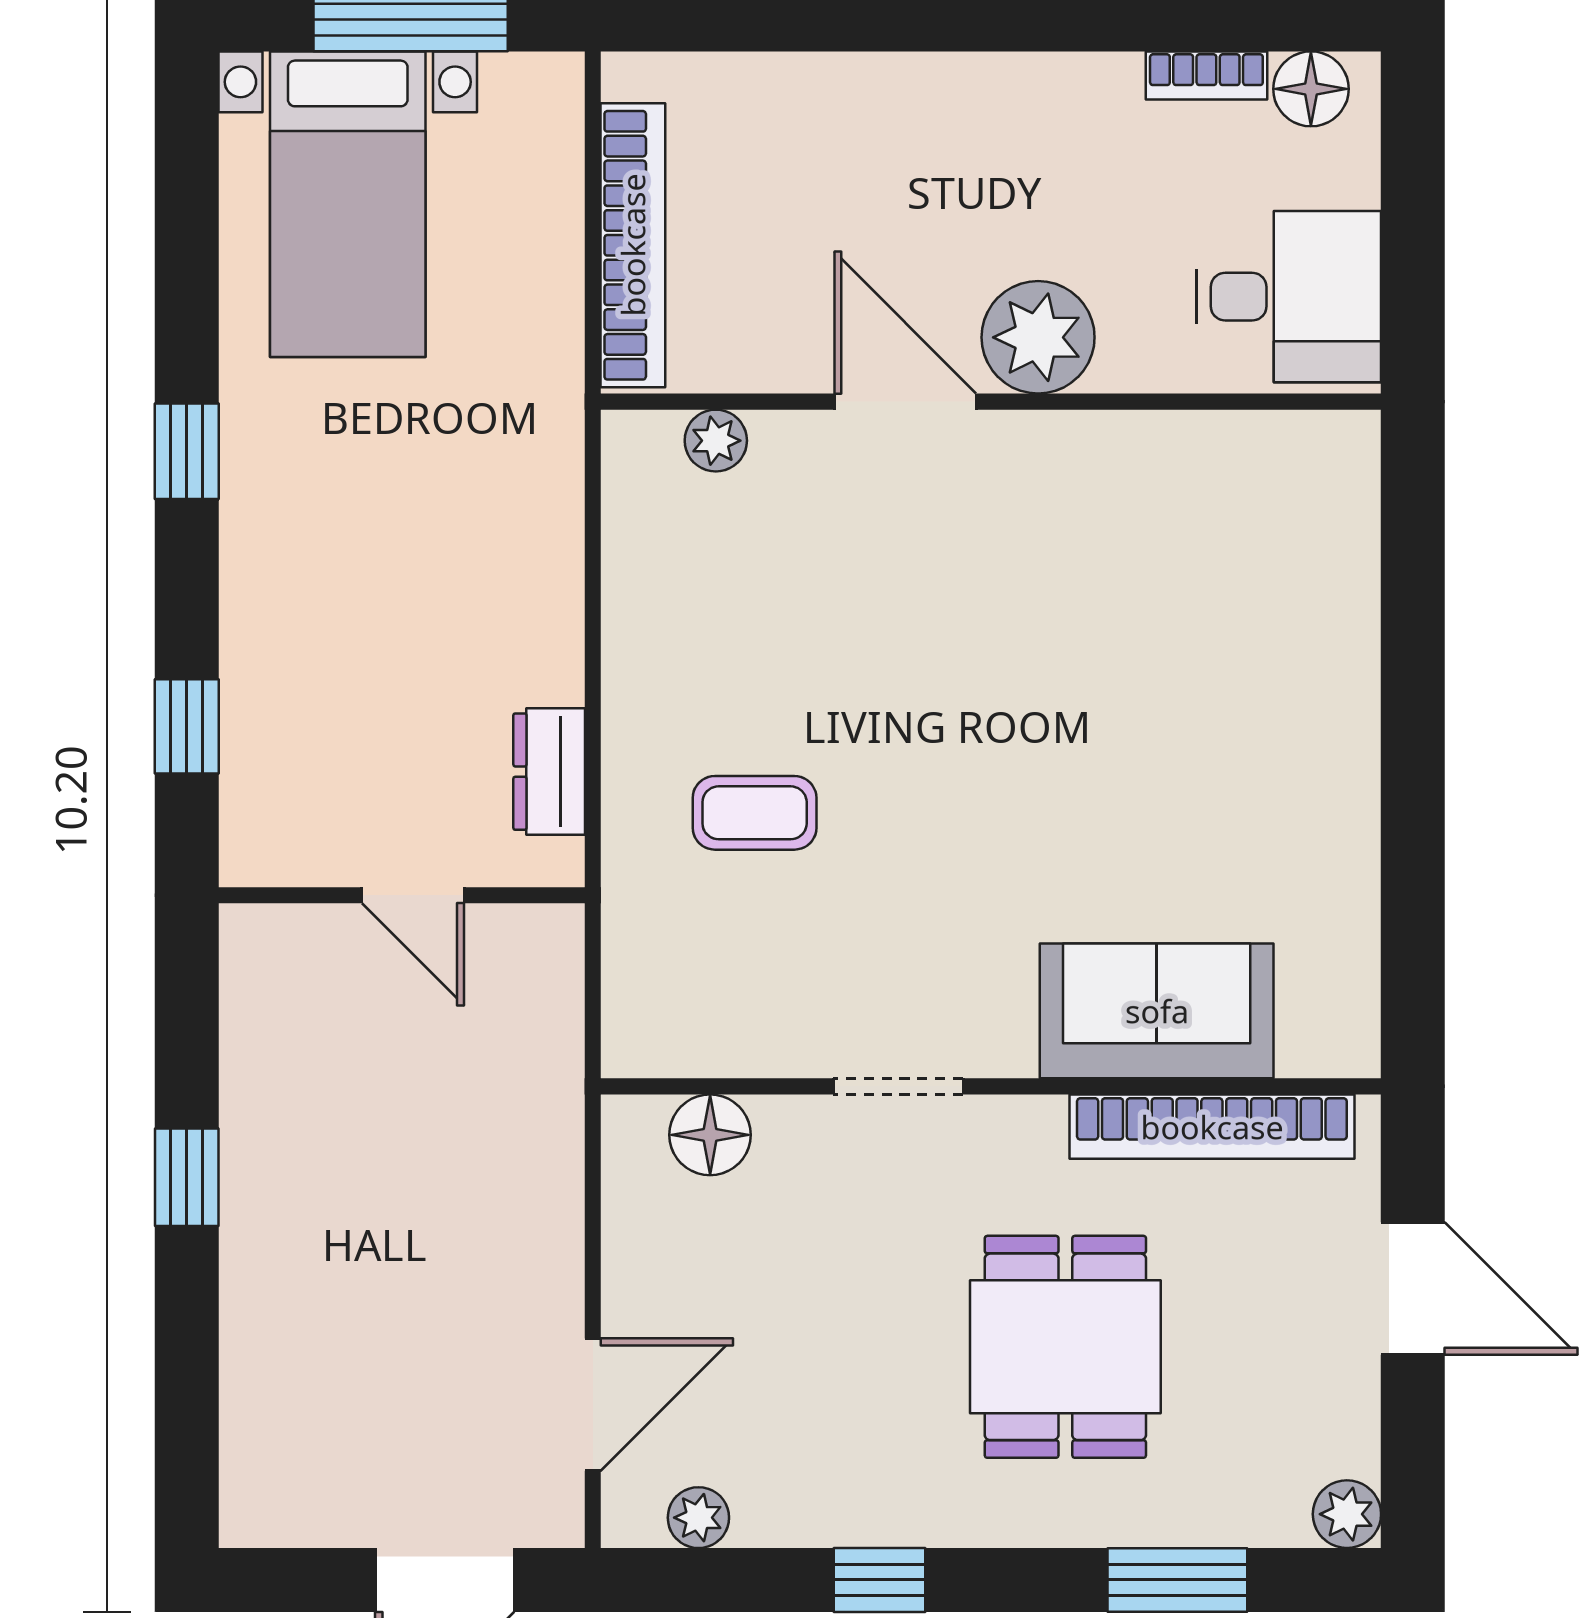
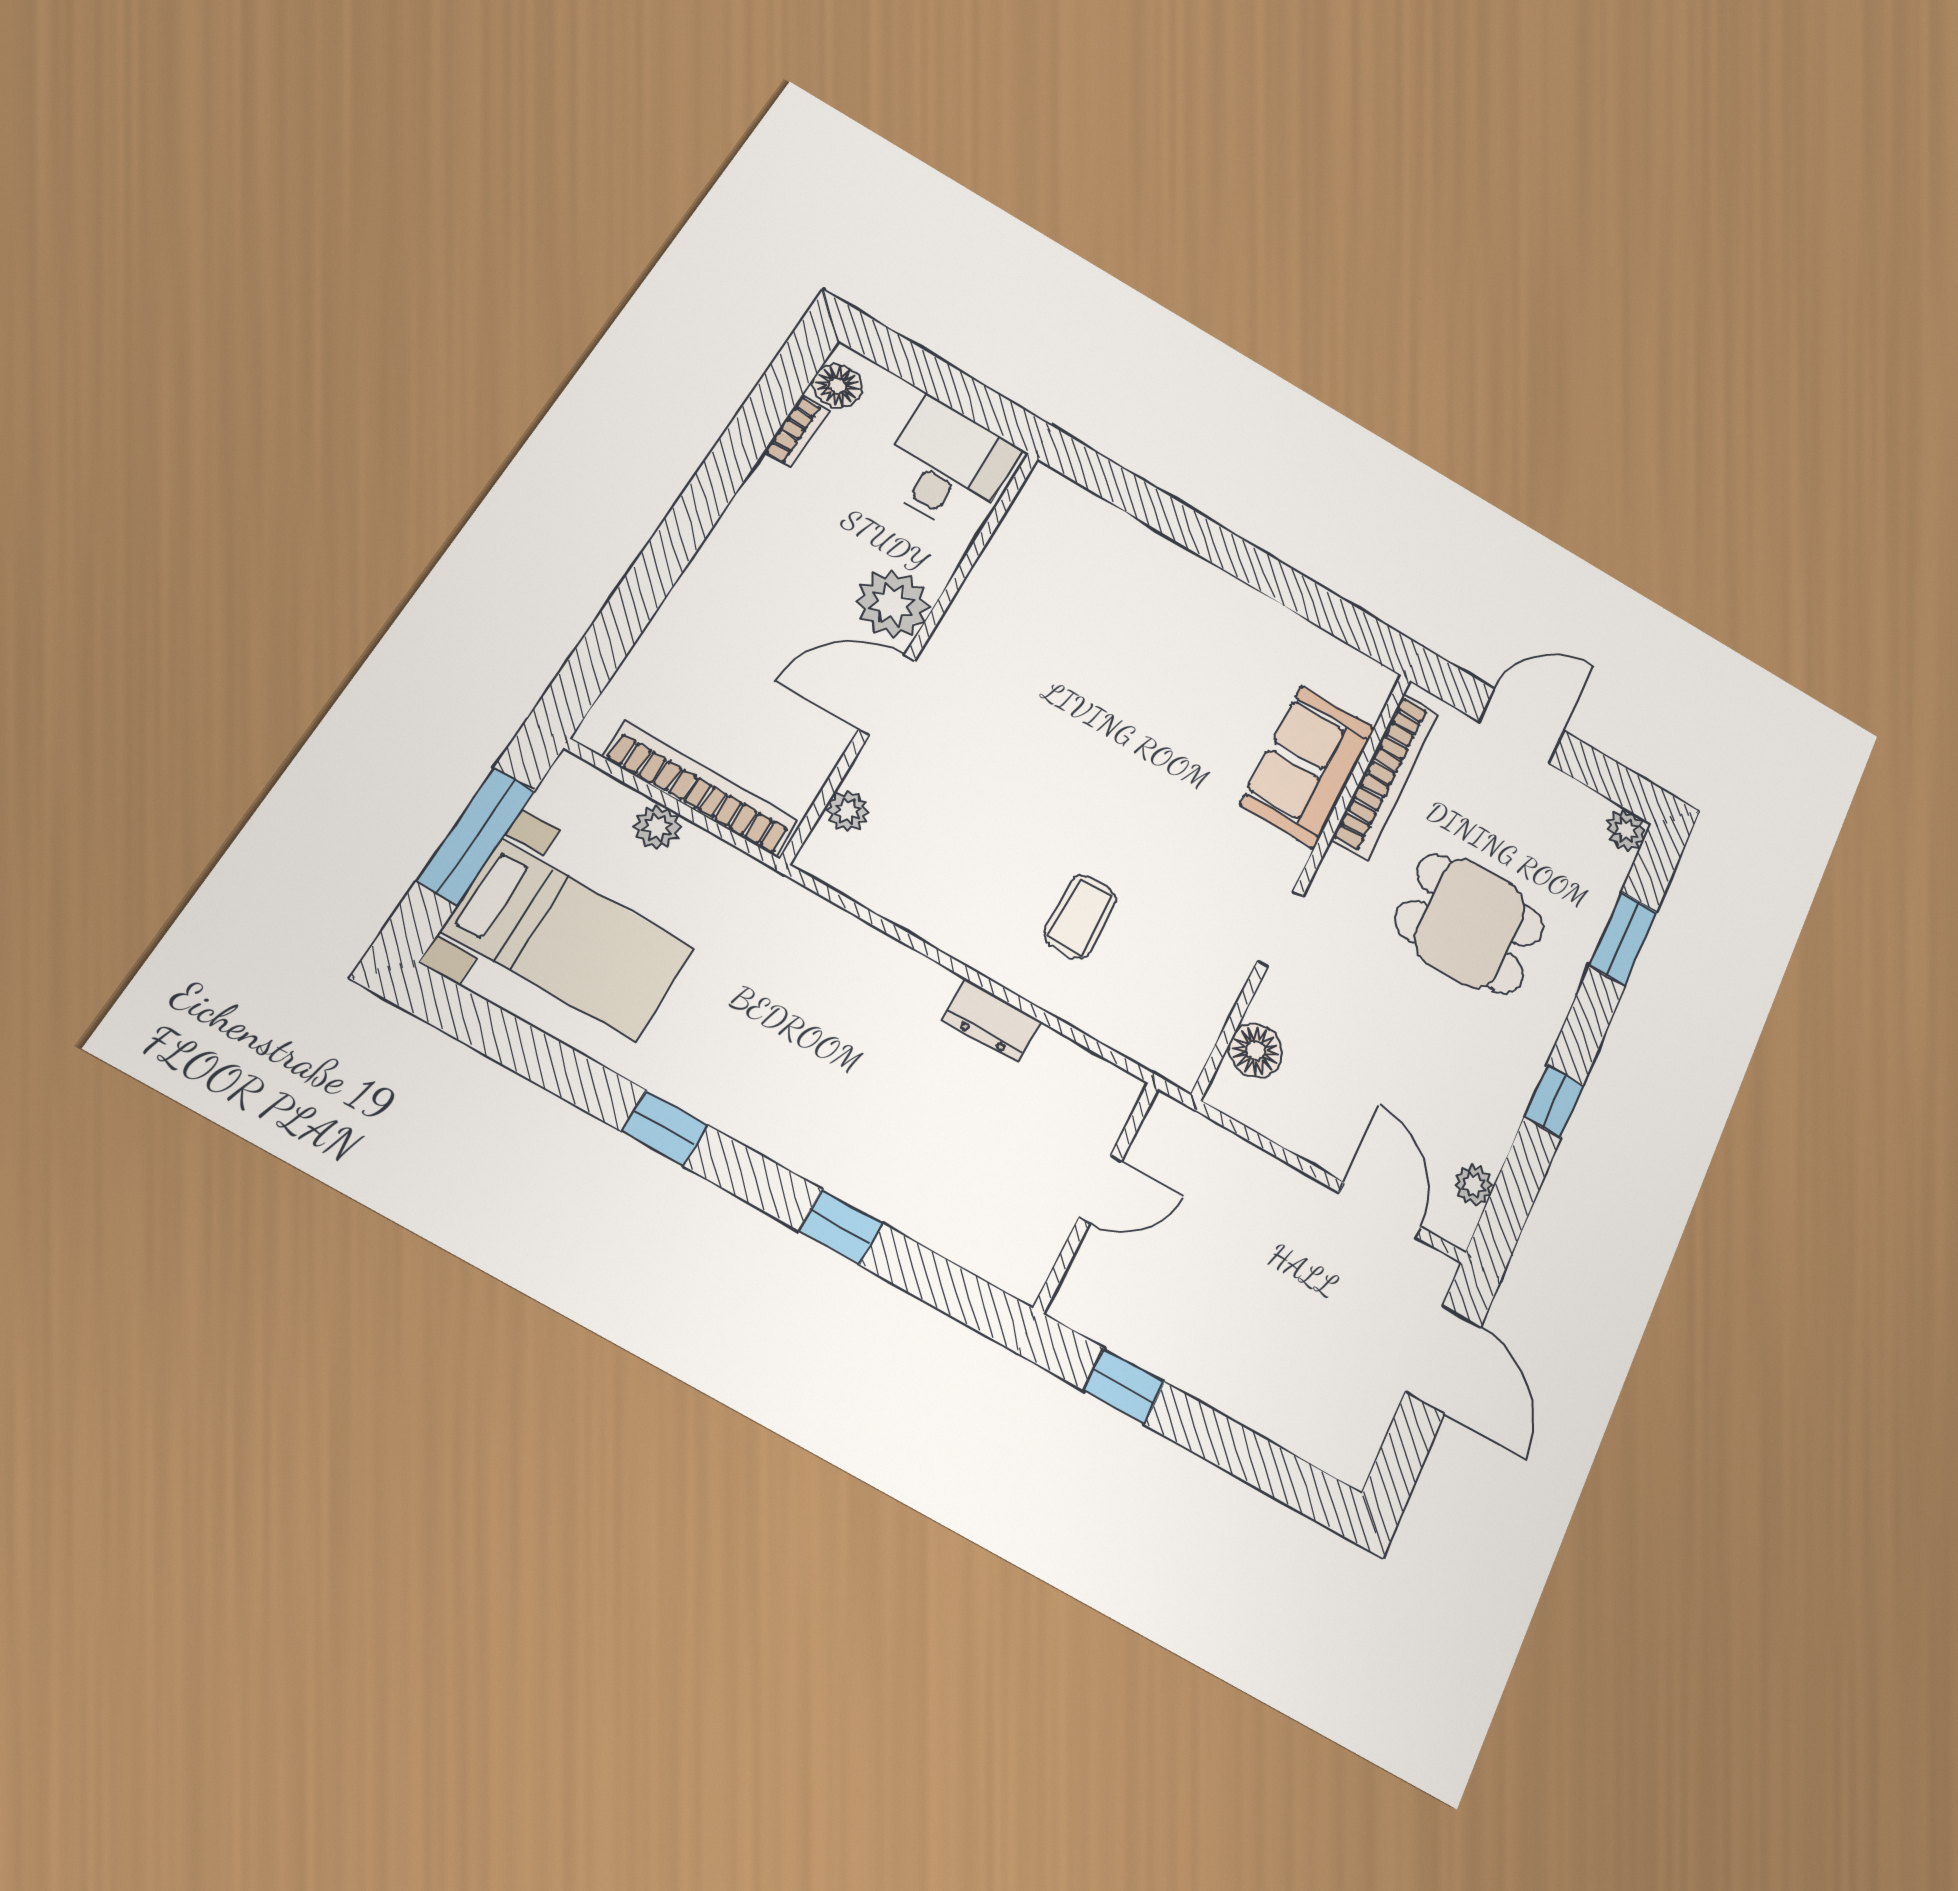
plant: (552, 223) -> (657, 827), added
wall: (402, 895) -> (1097, 1196), moved
door: (413, 895) -> (1100, 1189), moved

